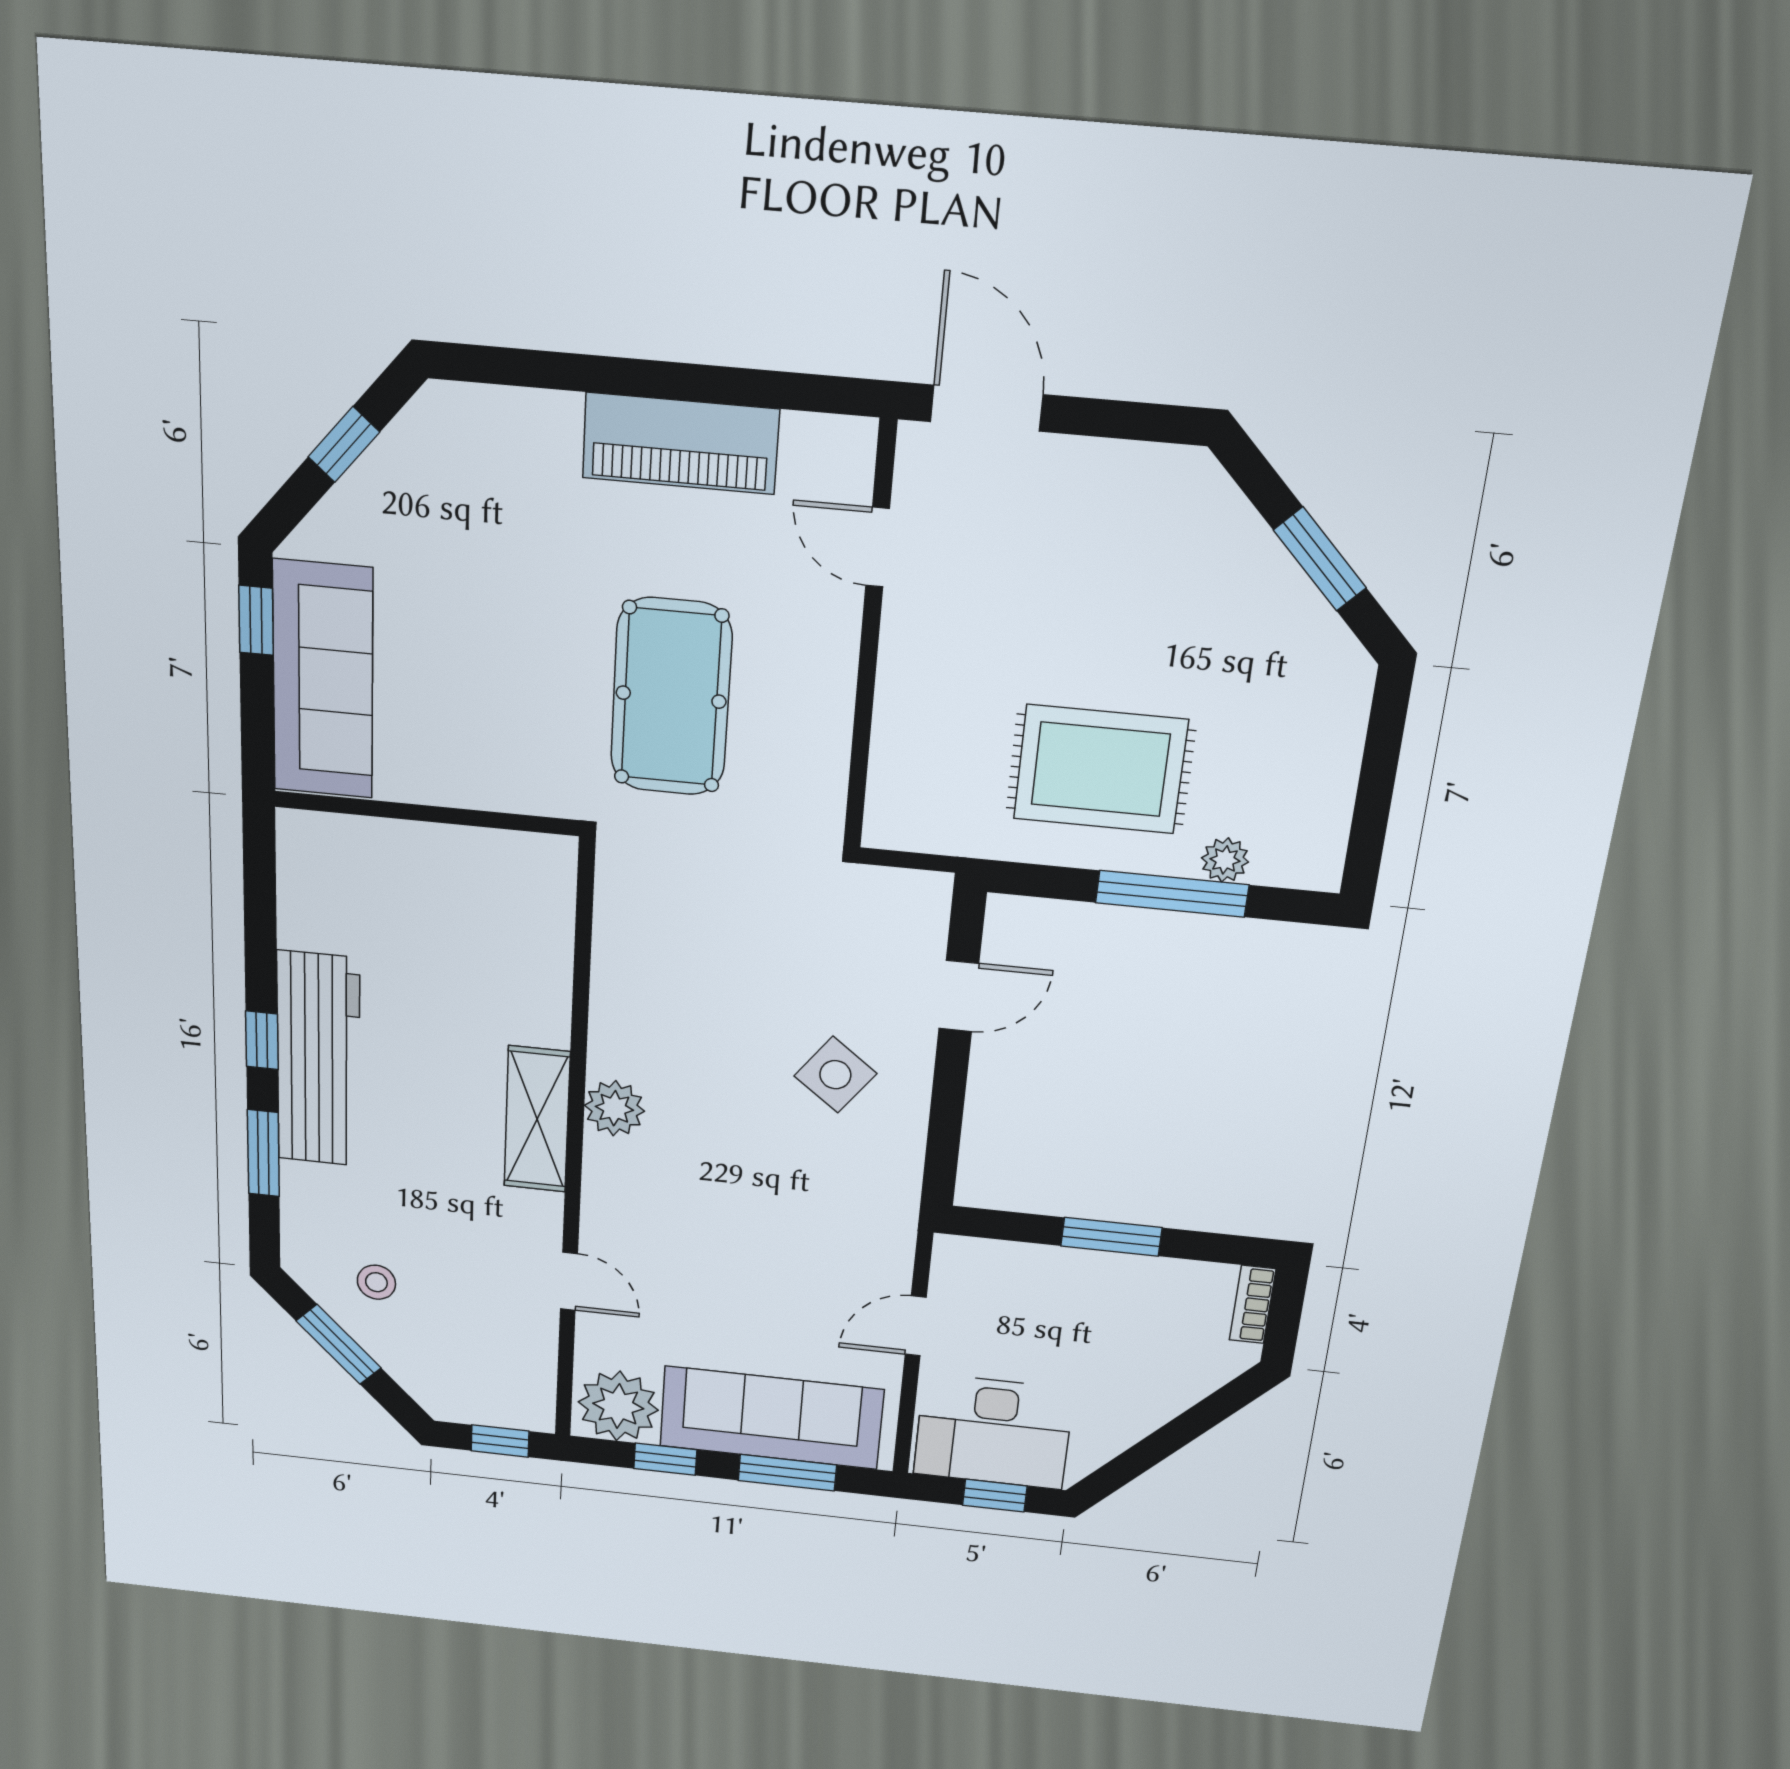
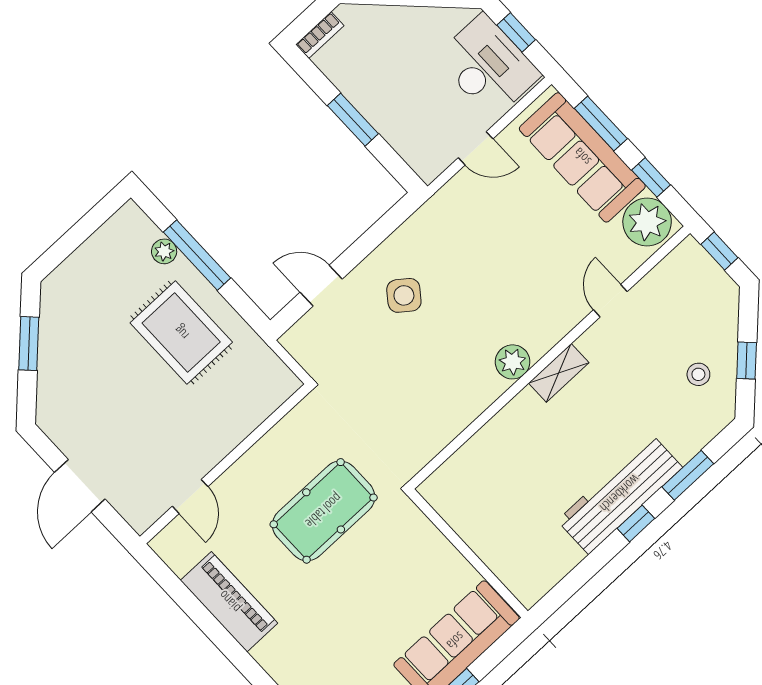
door: (987, 408) -> (80, 486), moved
shelving: (537, 1119) -> (559, 373), width x0.67, depth x0.75
window: (339, 1344) -> (747, 360), width x0.67

